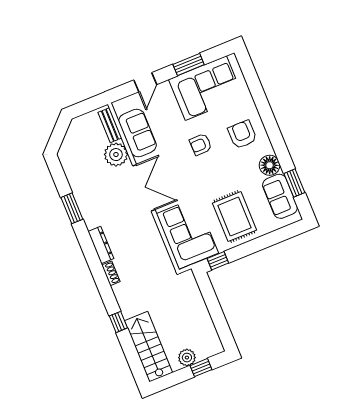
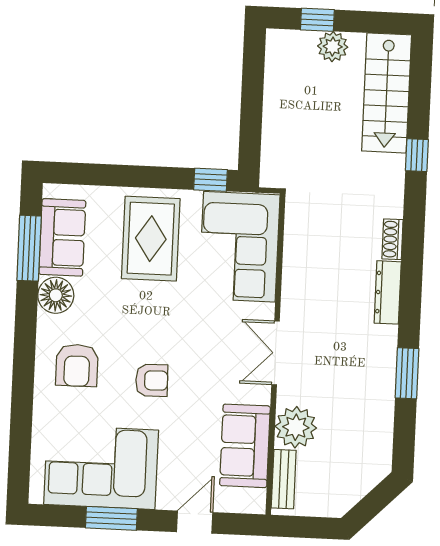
window: (294, 183) -> (29, 248), width x1.44
double door: (144, 188) -> (276, 353), width x0.73

